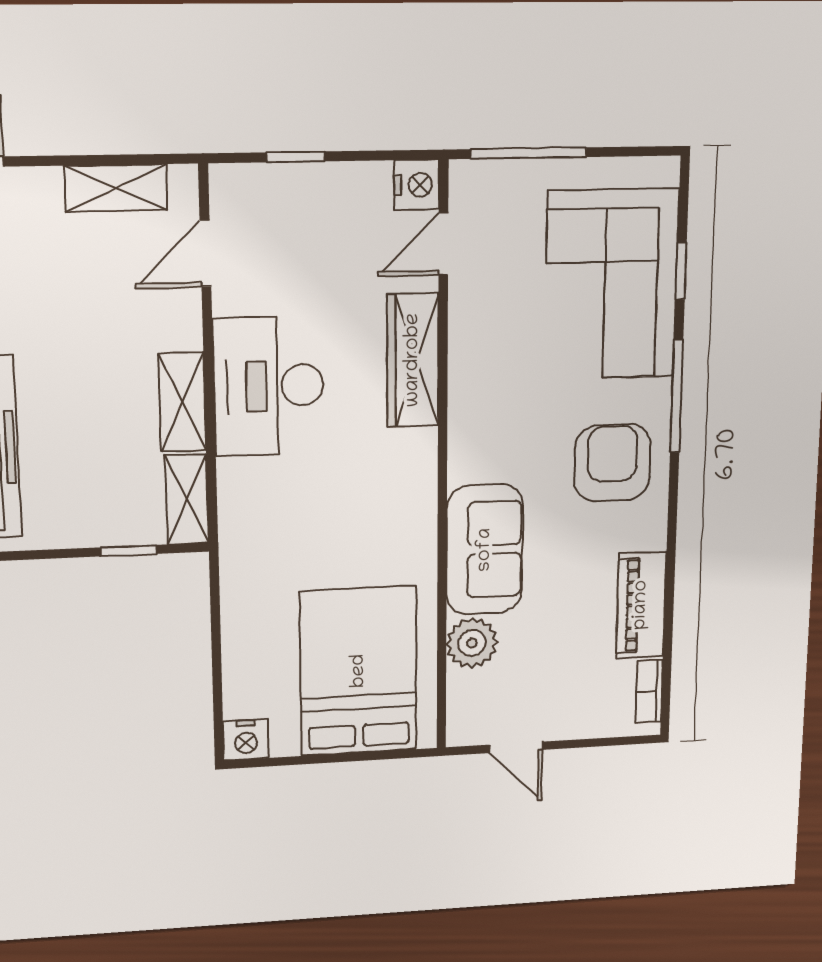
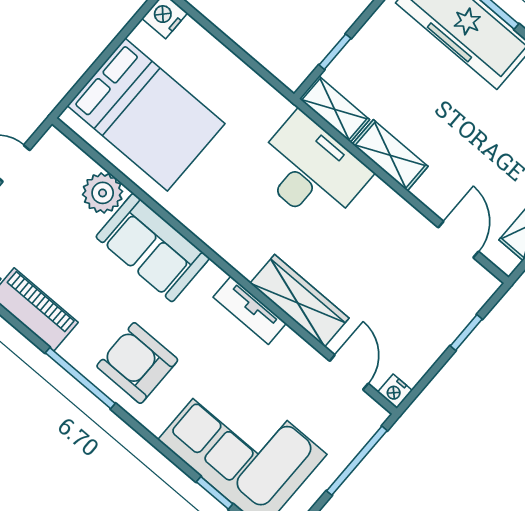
nightstand: (417, 185) -> (395, 391), width x0.72, depth x0.74
desk: (269, 386) -> (311, 170), moved
window: (677, 396) -> (80, 378), moved
tv unit: (466, 401) -> (250, 310), added
armchair: (612, 463) -> (137, 363), turned 180

